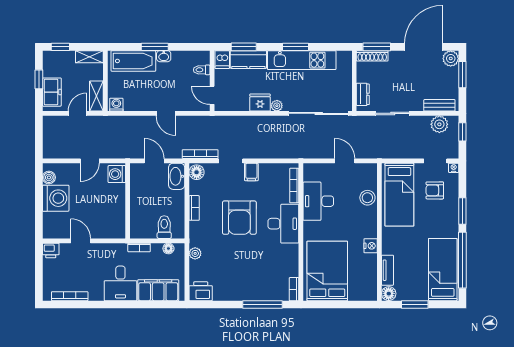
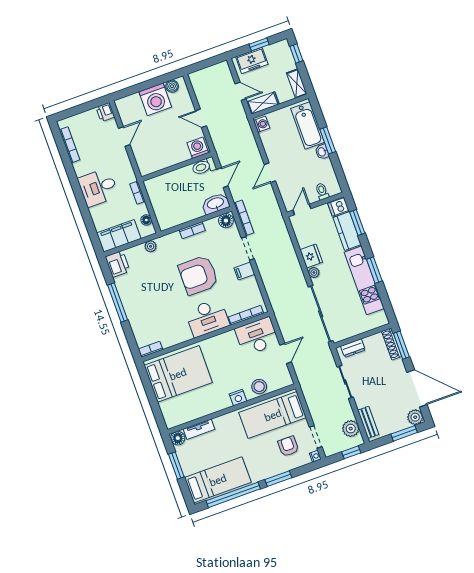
desk: (318, 201) -> (257, 336), moved
toilet: (164, 227) -> (204, 166), moved, turned 180
nightstand: (371, 246) -> (238, 398), moved
filing cabinet: (158, 290) -> (119, 236), moved, turned -90
window: (262, 305) -> (118, 303), moved

